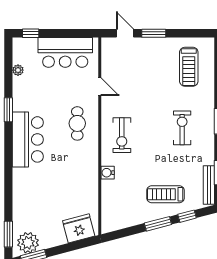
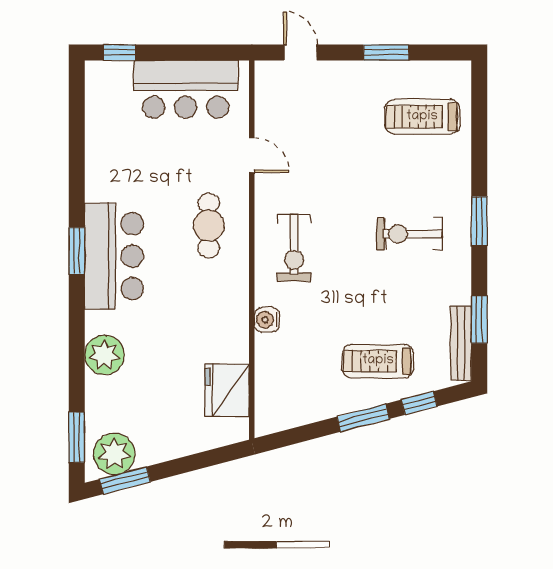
window: (154, 33) -> (386, 52), moved
treadmill: (189, 67) -> (422, 117), turned 90
plant: (18, 70) -> (104, 355), moved, width x1.87, depth x1.87
window: (8, 110) -> (77, 251), moved
exercise bike: (182, 128) -> (410, 234), turned -90
fridge: (79, 228) -> (227, 390), moved, turned -75

